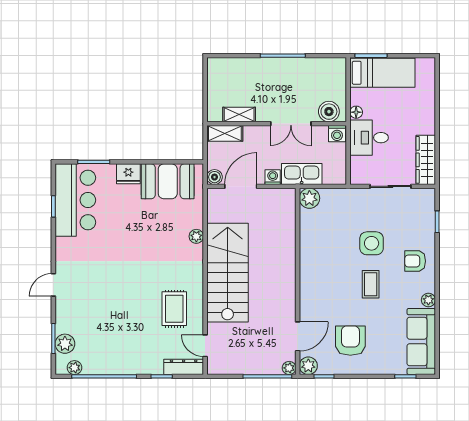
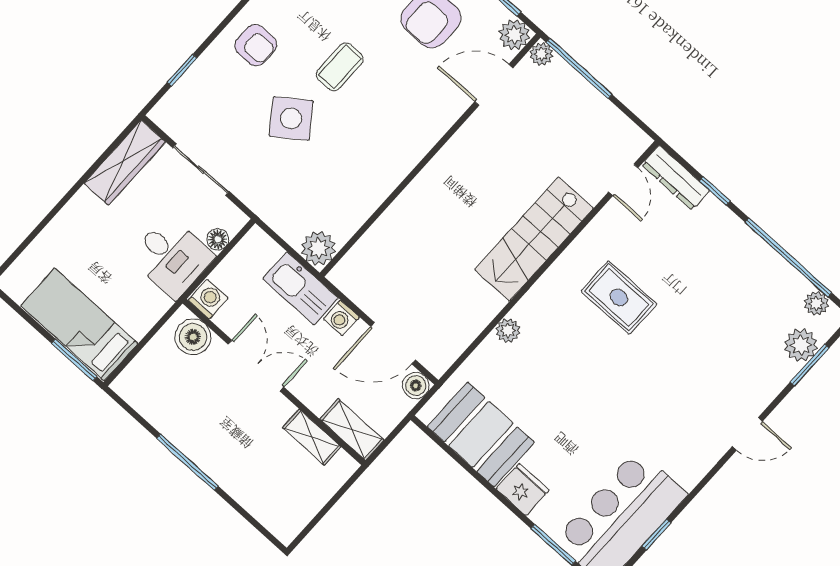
floor lamp: (356, 112) -> (218, 239), moved
side table: (372, 243) -> (291, 118), turned -36
stairs: (228, 273) -> (534, 239), width x0.73, depth x0.66
rug: (174, 309) -> (619, 298), moved, turned 90

